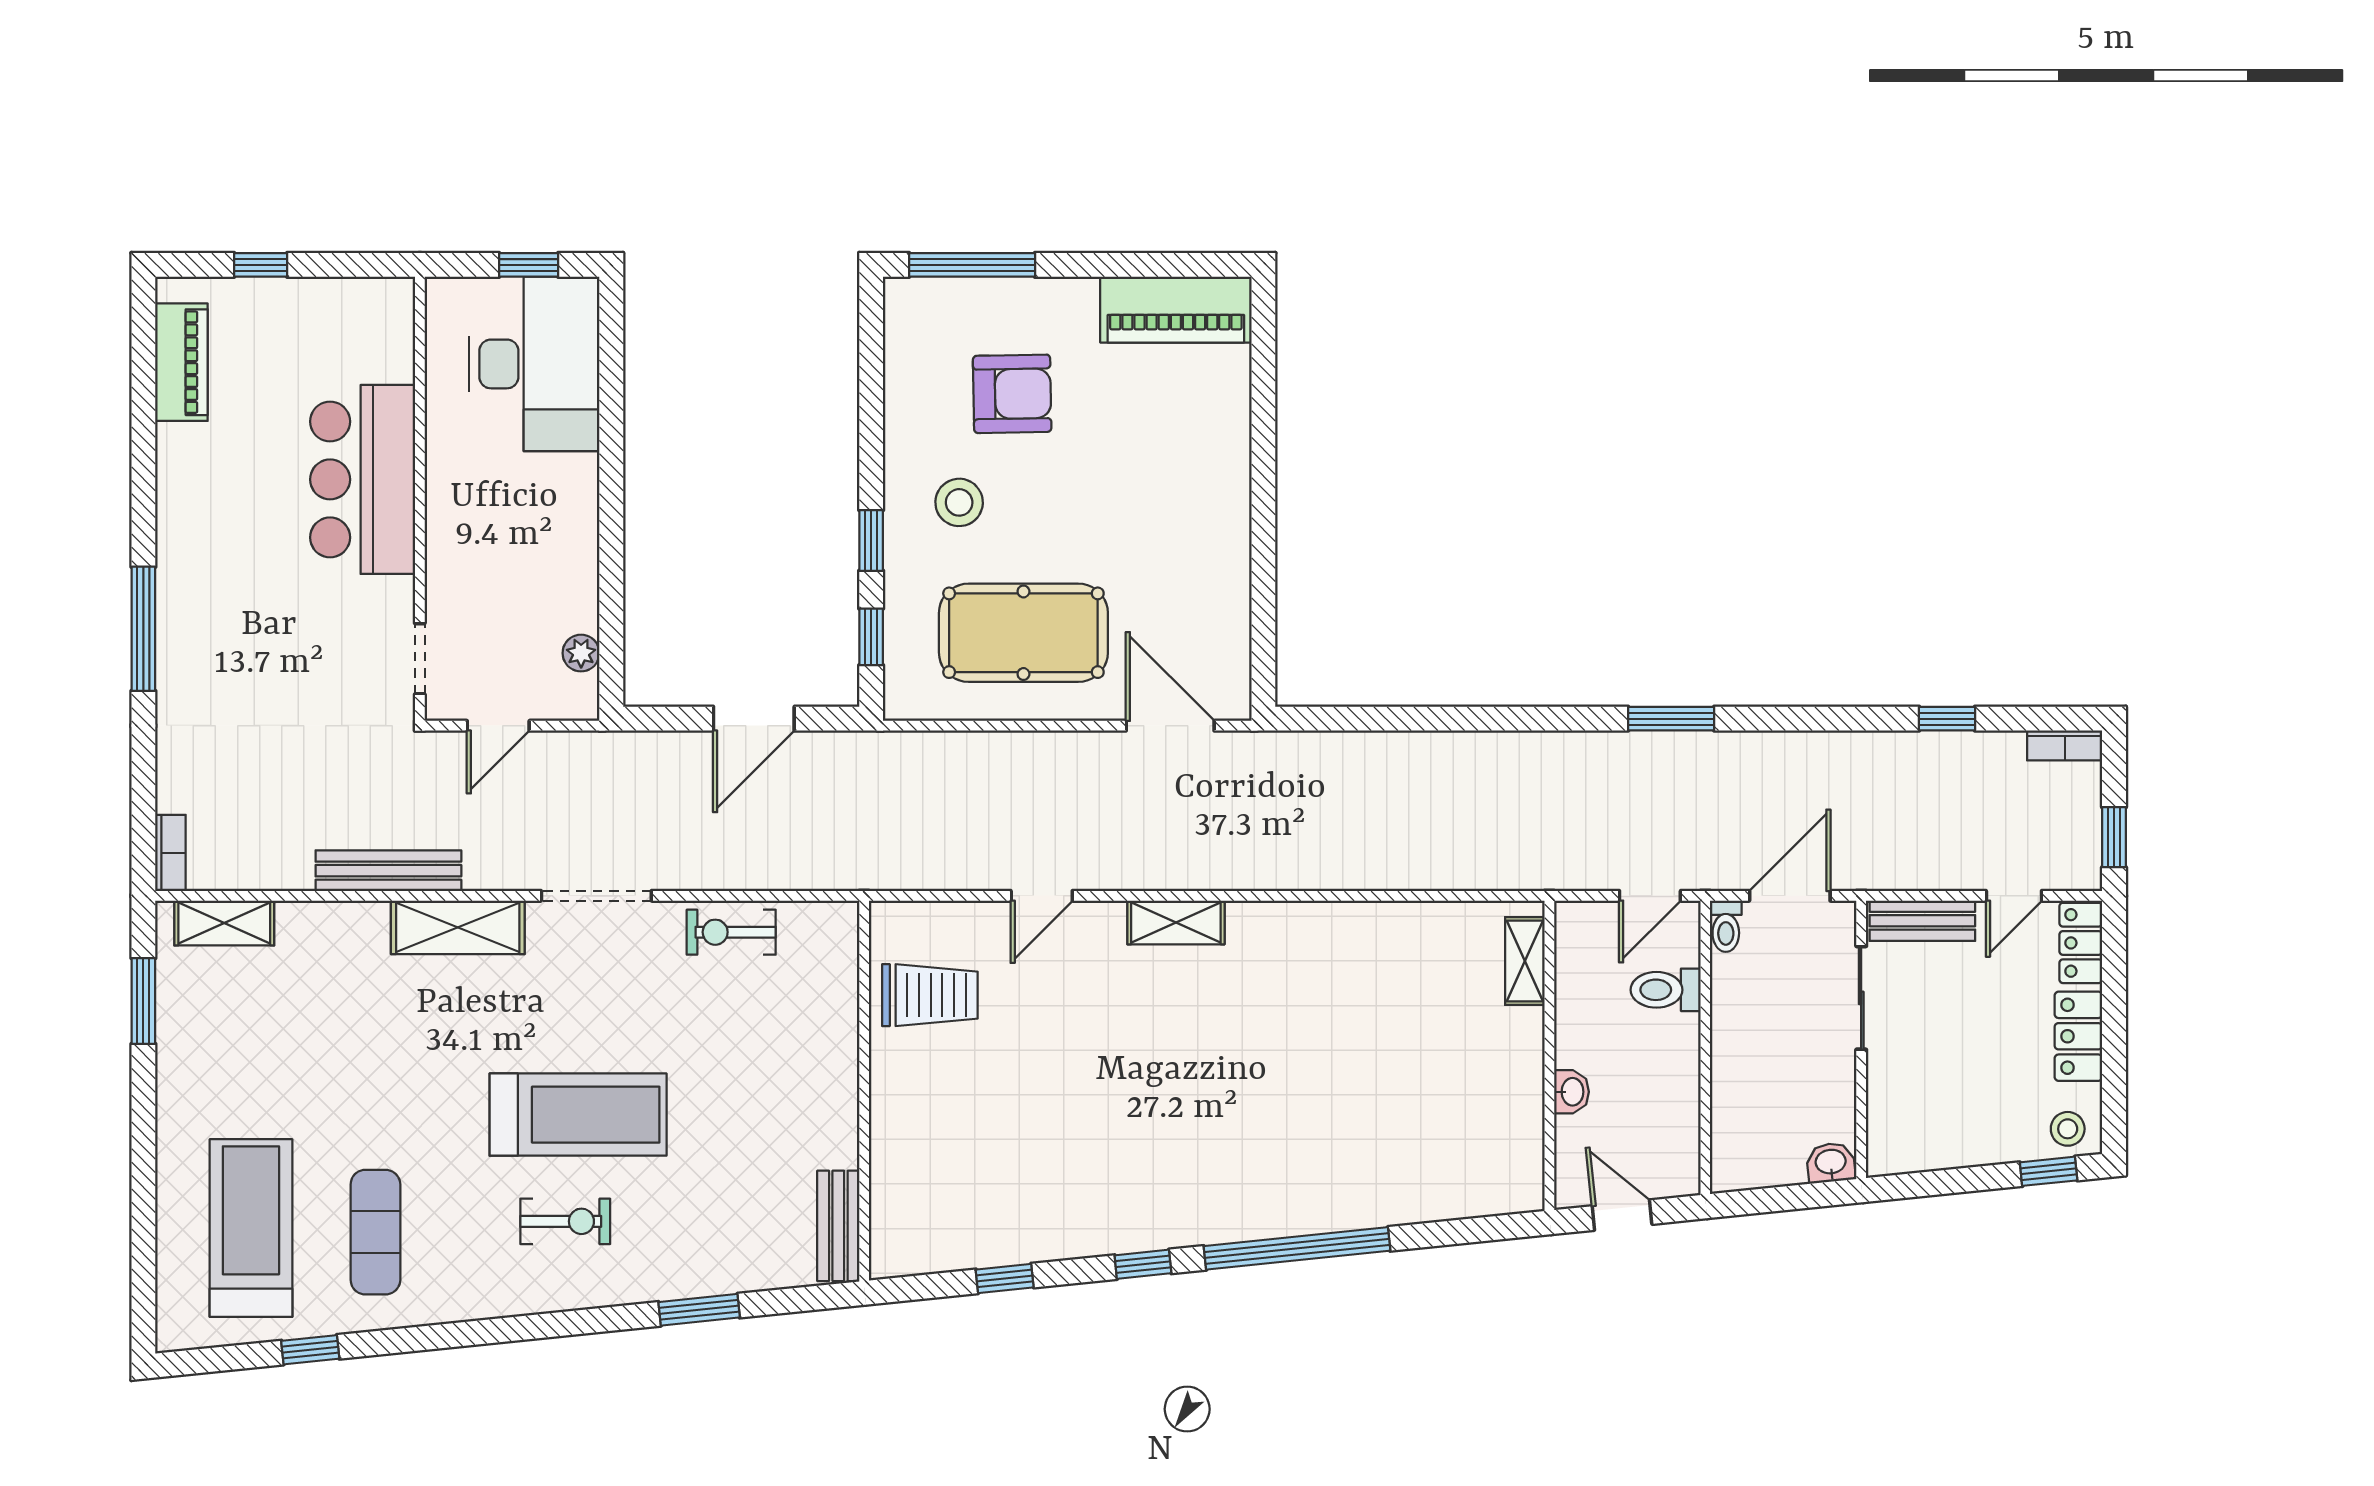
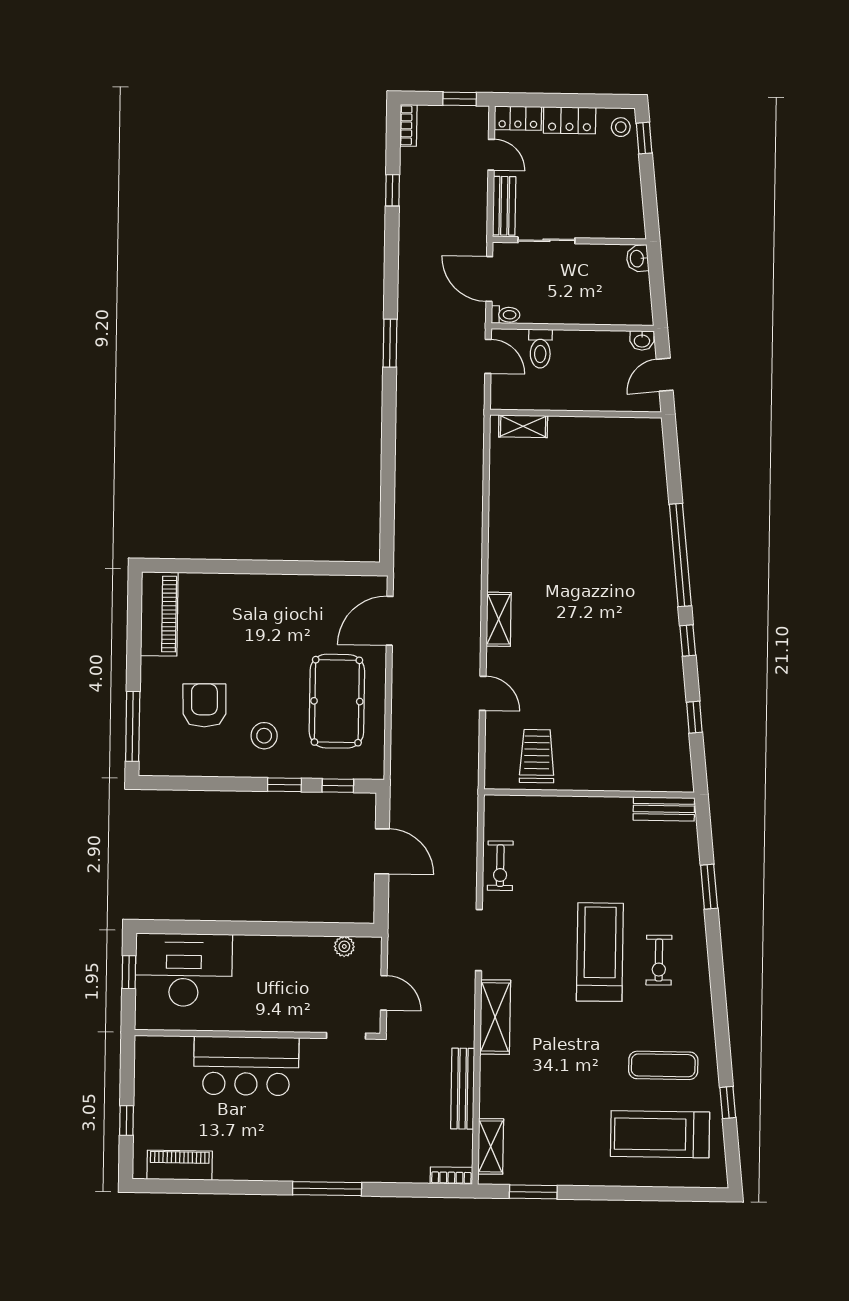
bench: (388, 871) -> (463, 1089), moved
washbasin: (1571, 1092) -> (642, 340), moved, turned 180
exercise bike: (565, 1221) -> (659, 960), turned 180

